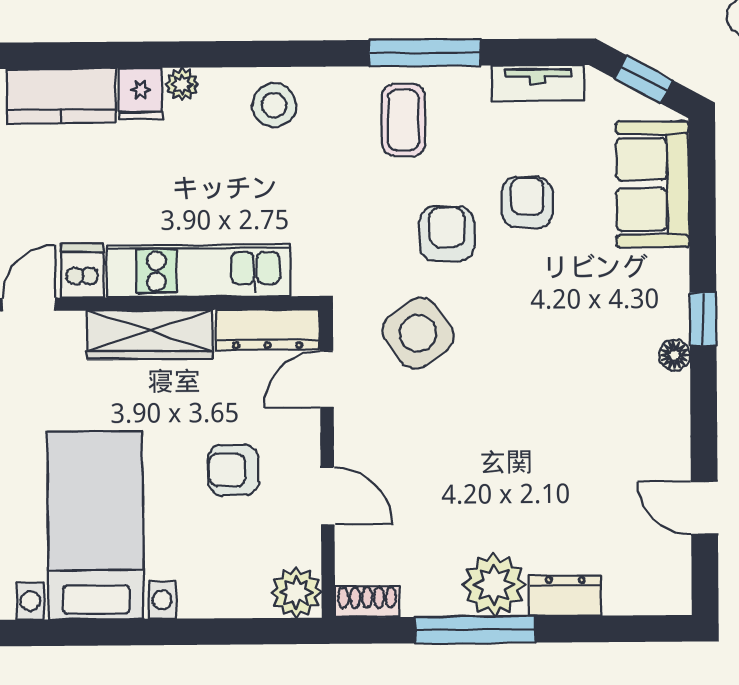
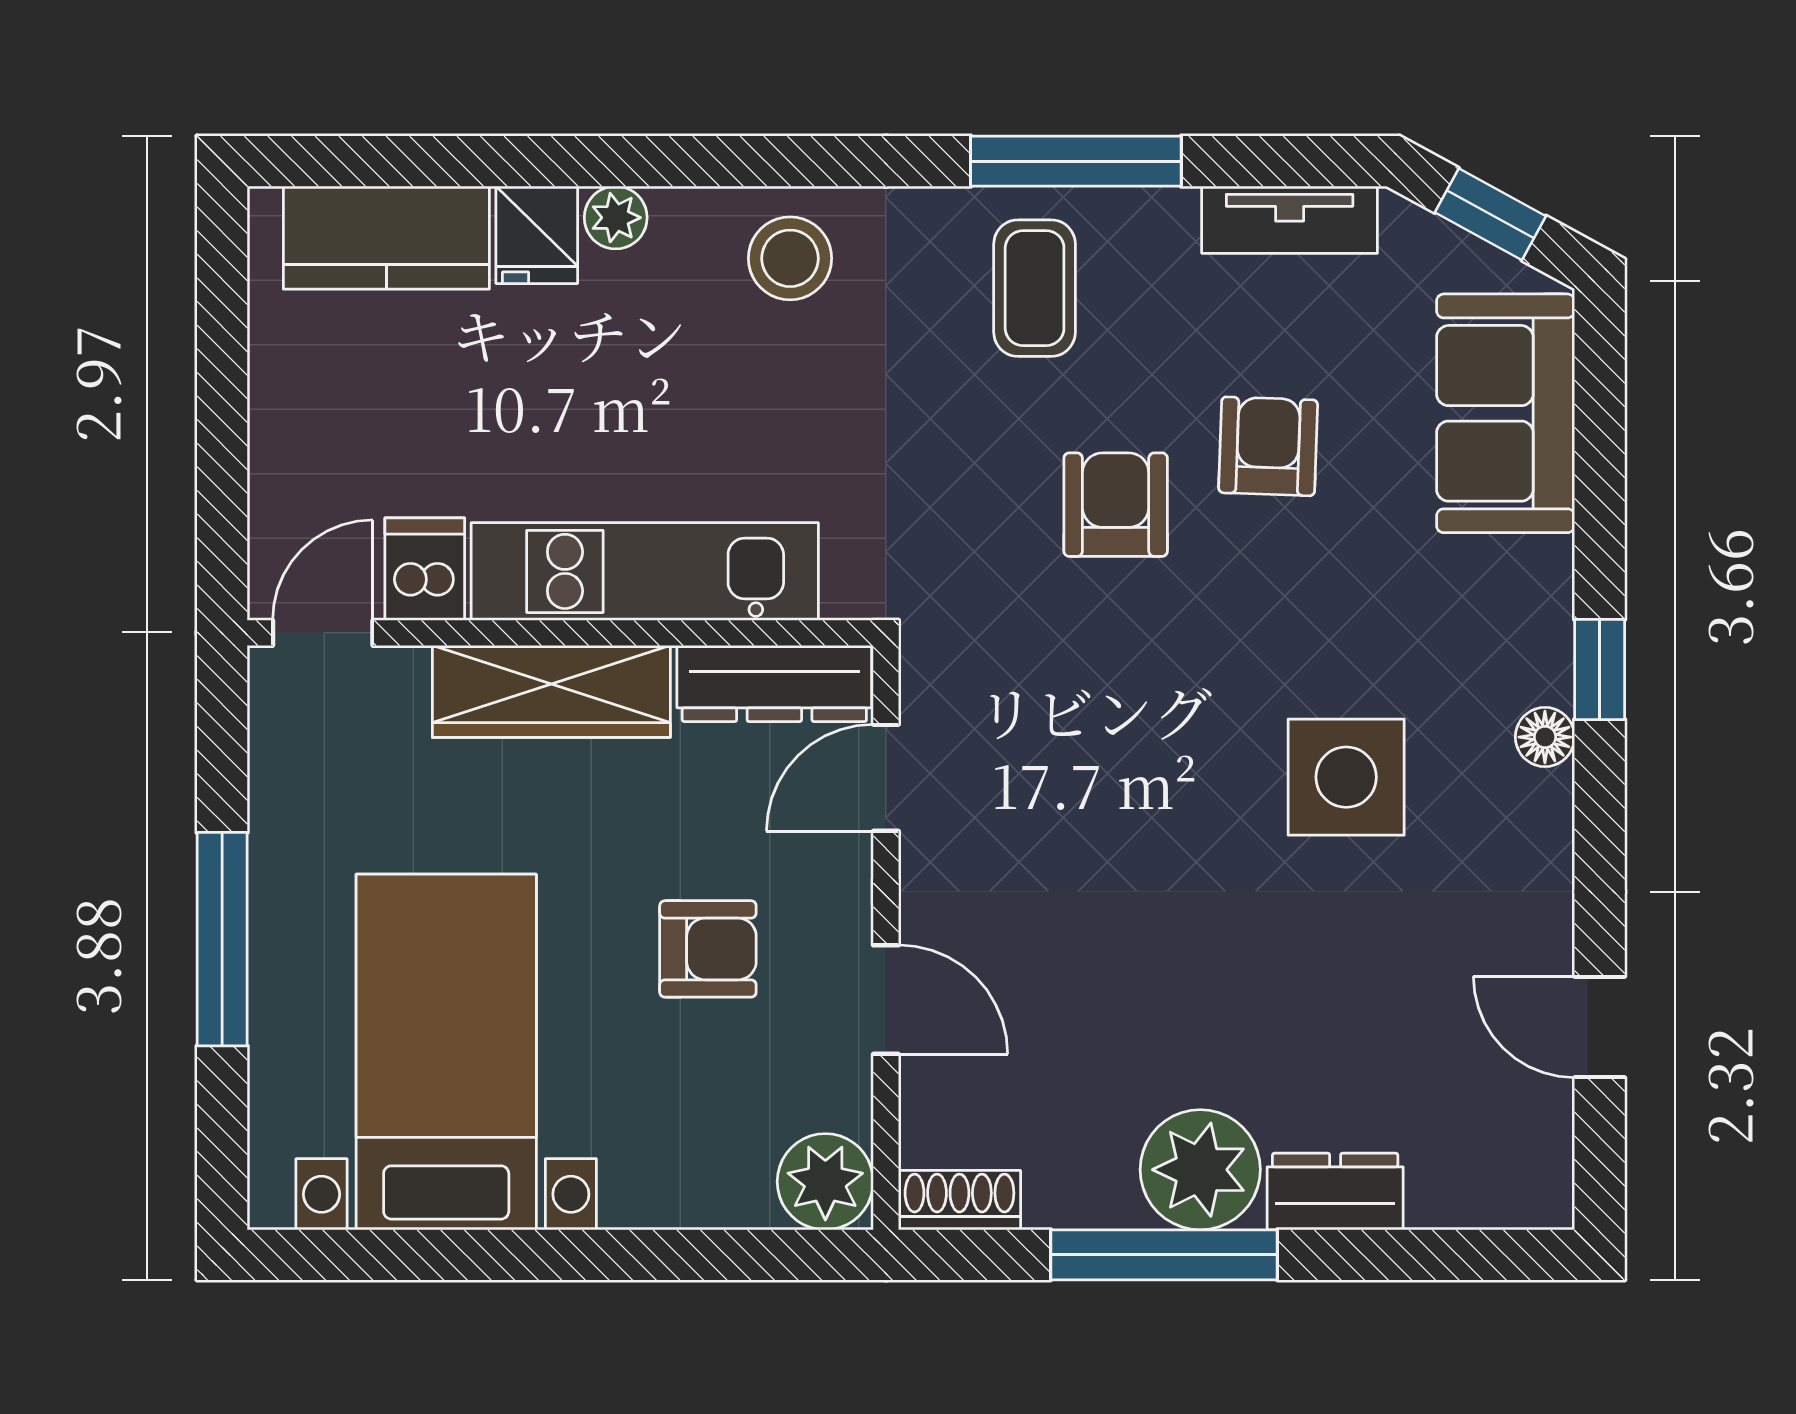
side table: (418, 333) -> (1346, 777), moved, turned 35
armchair: (233, 470) -> (708, 949), turned 180

